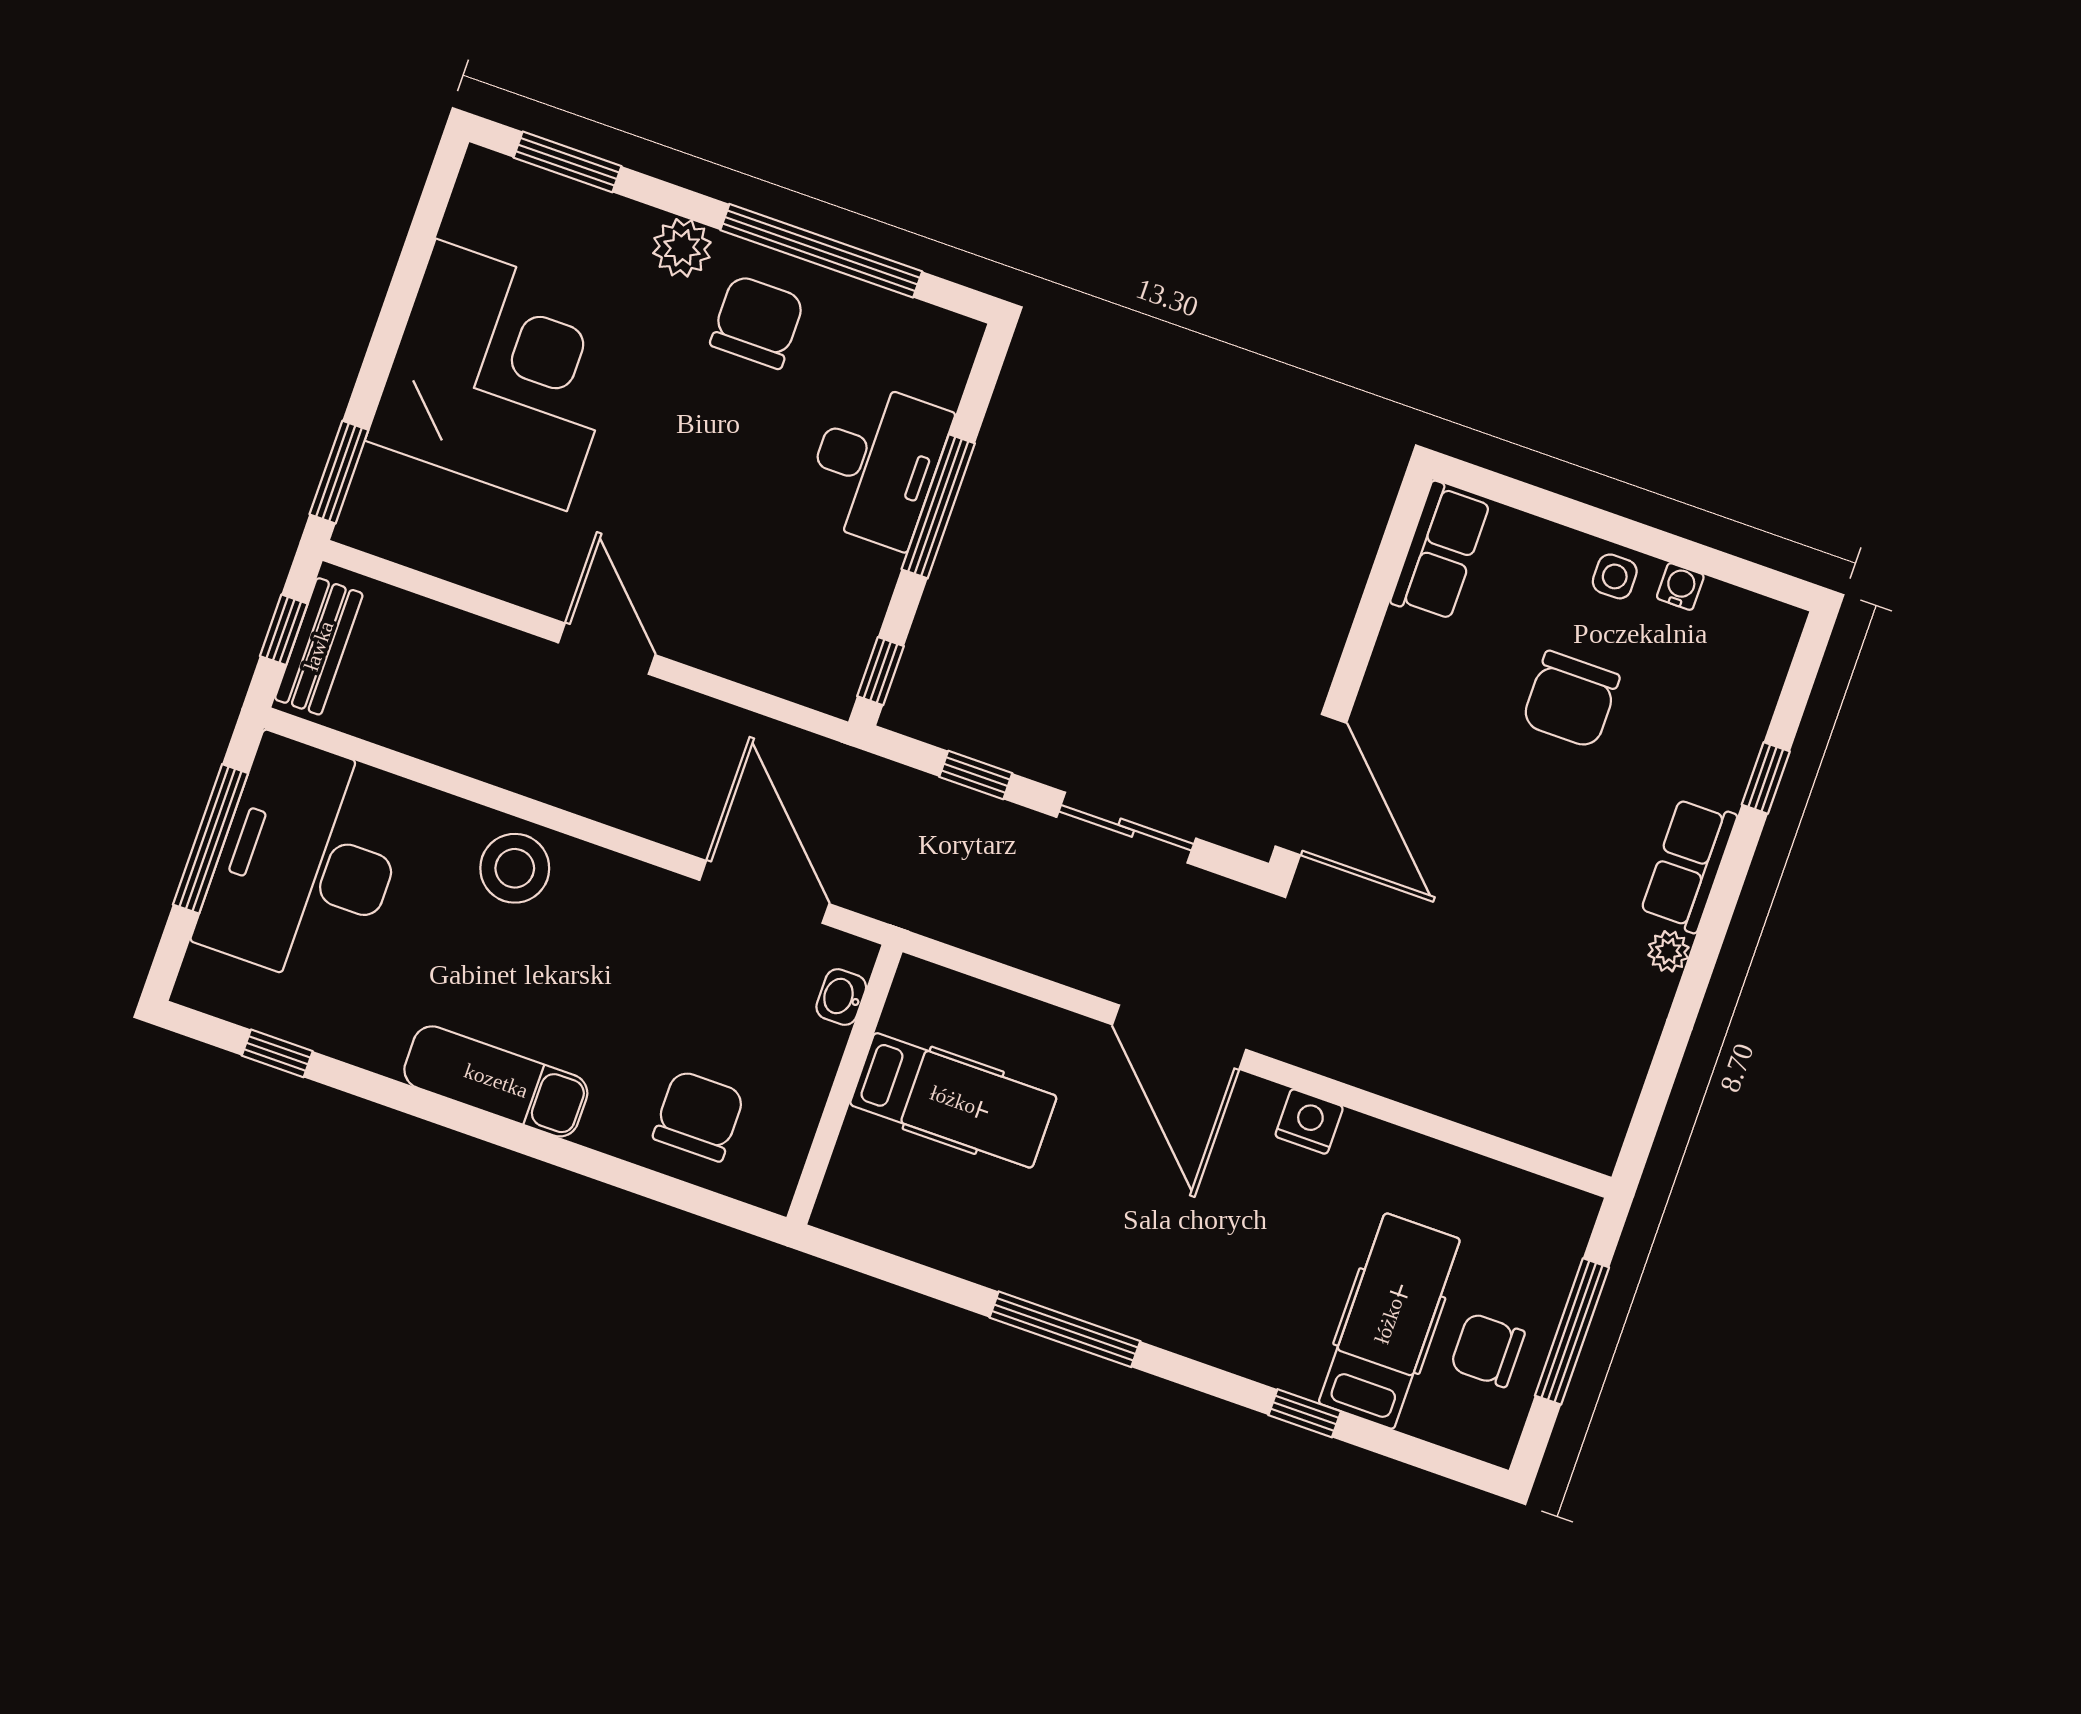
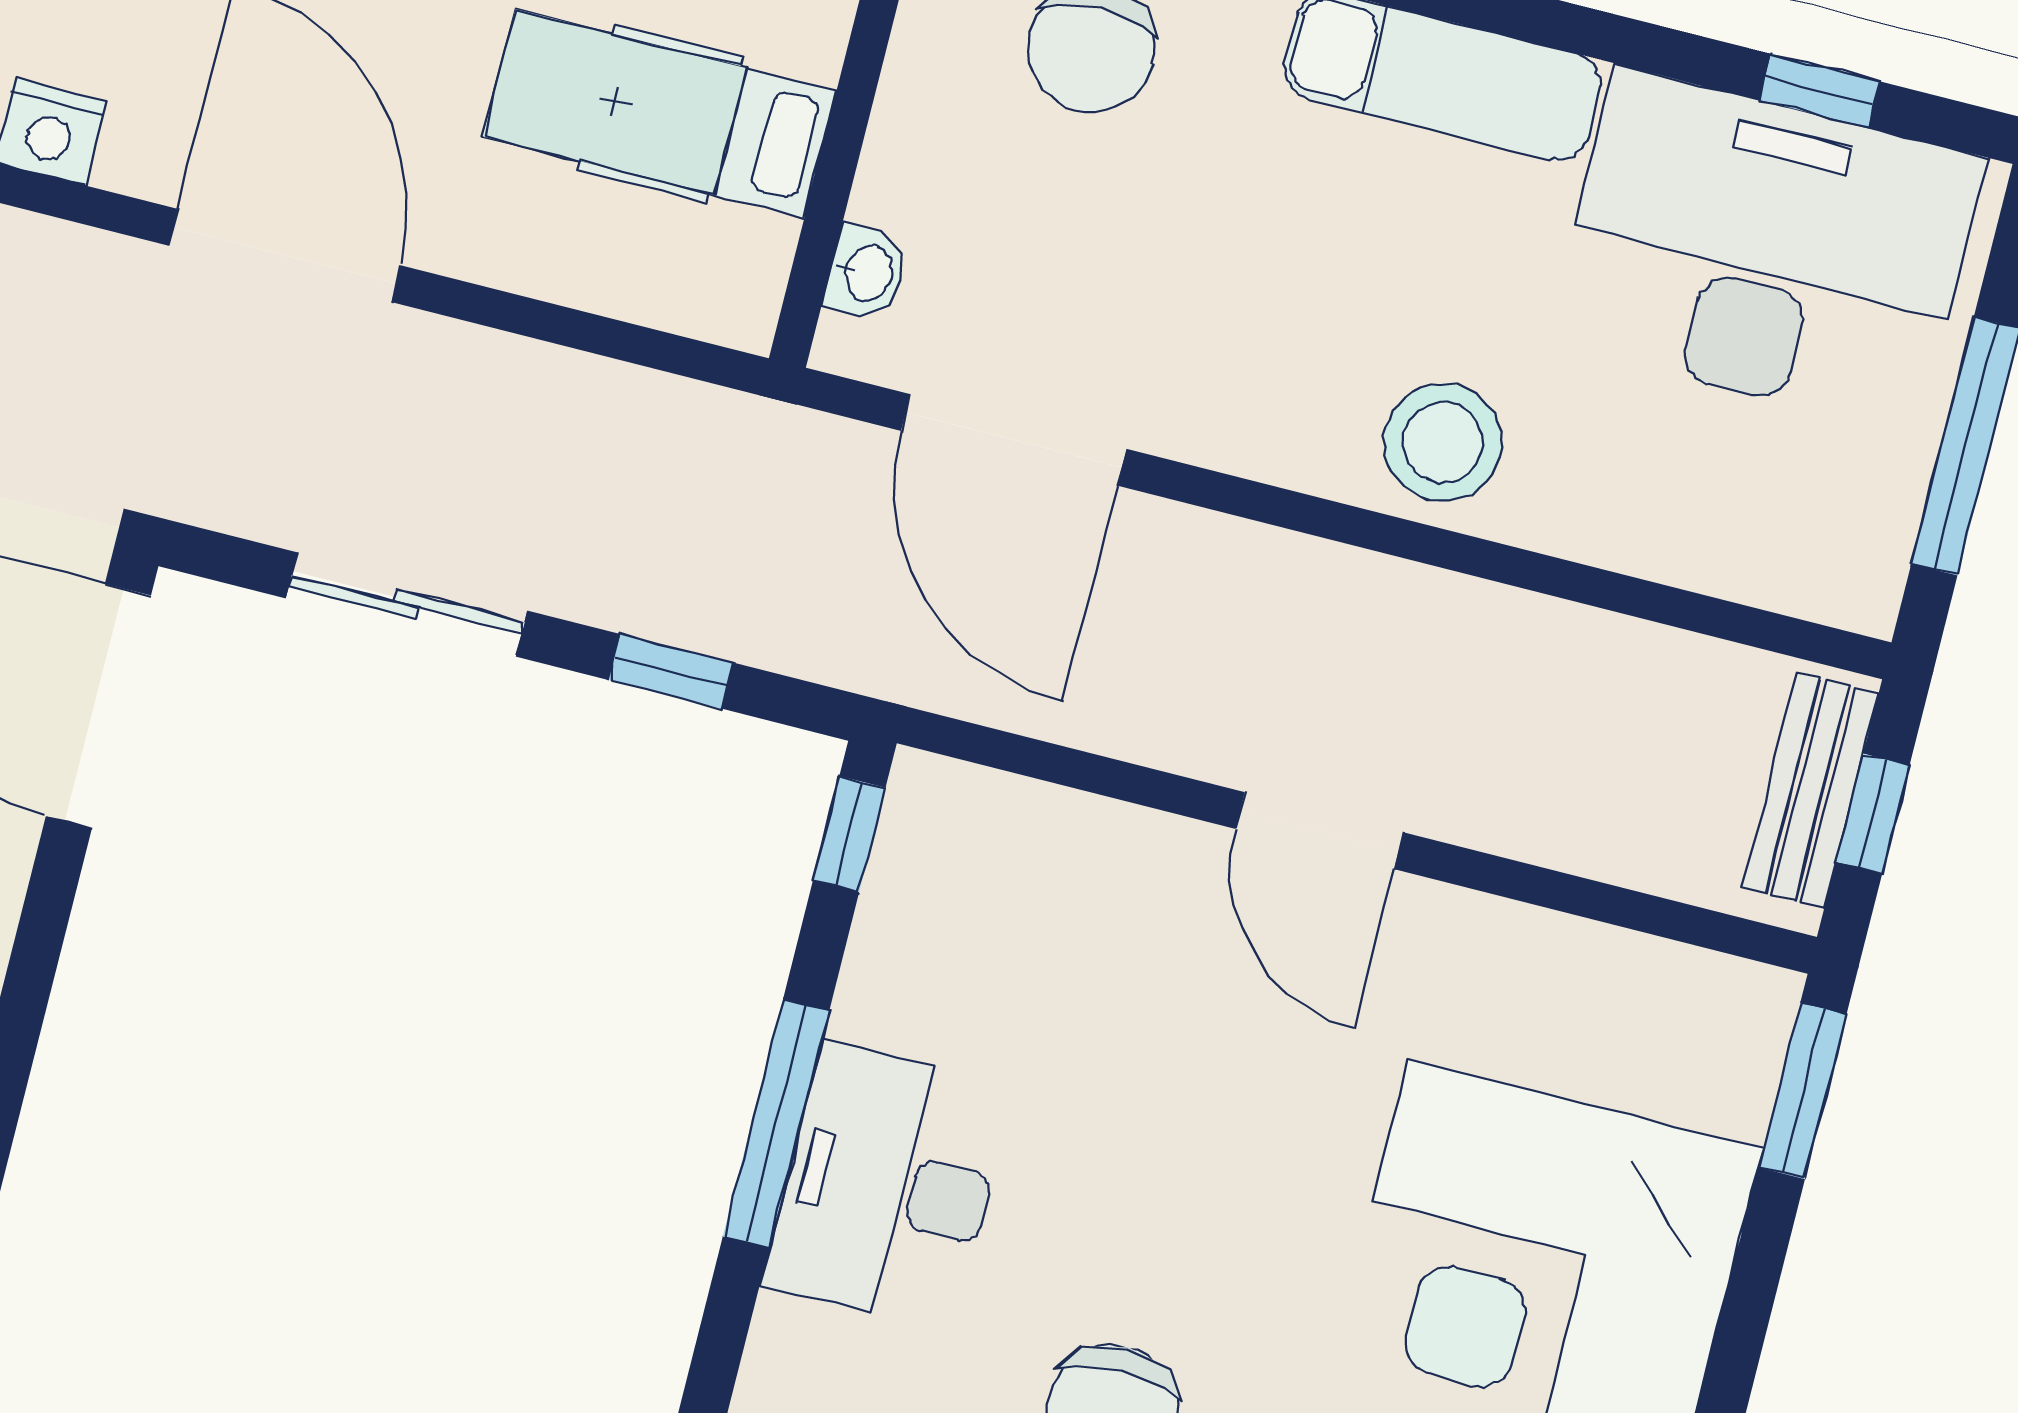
desk: (306, 863) -> (1766, 250), moved, turned -90

